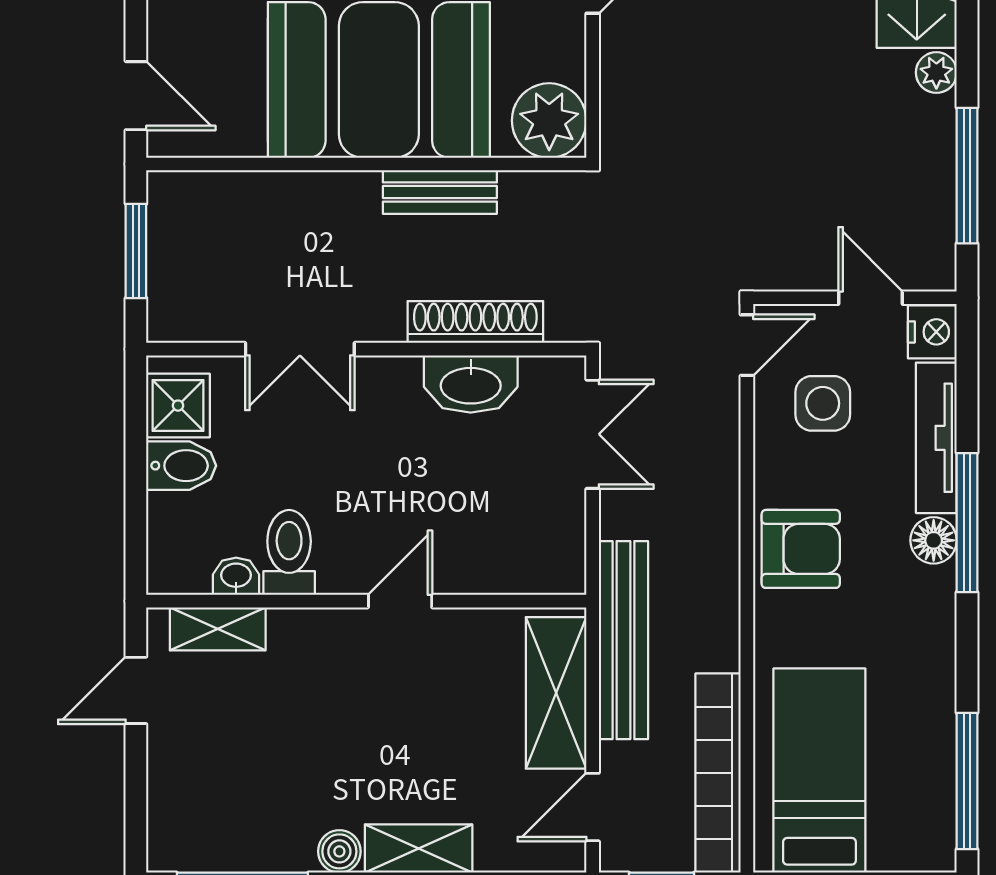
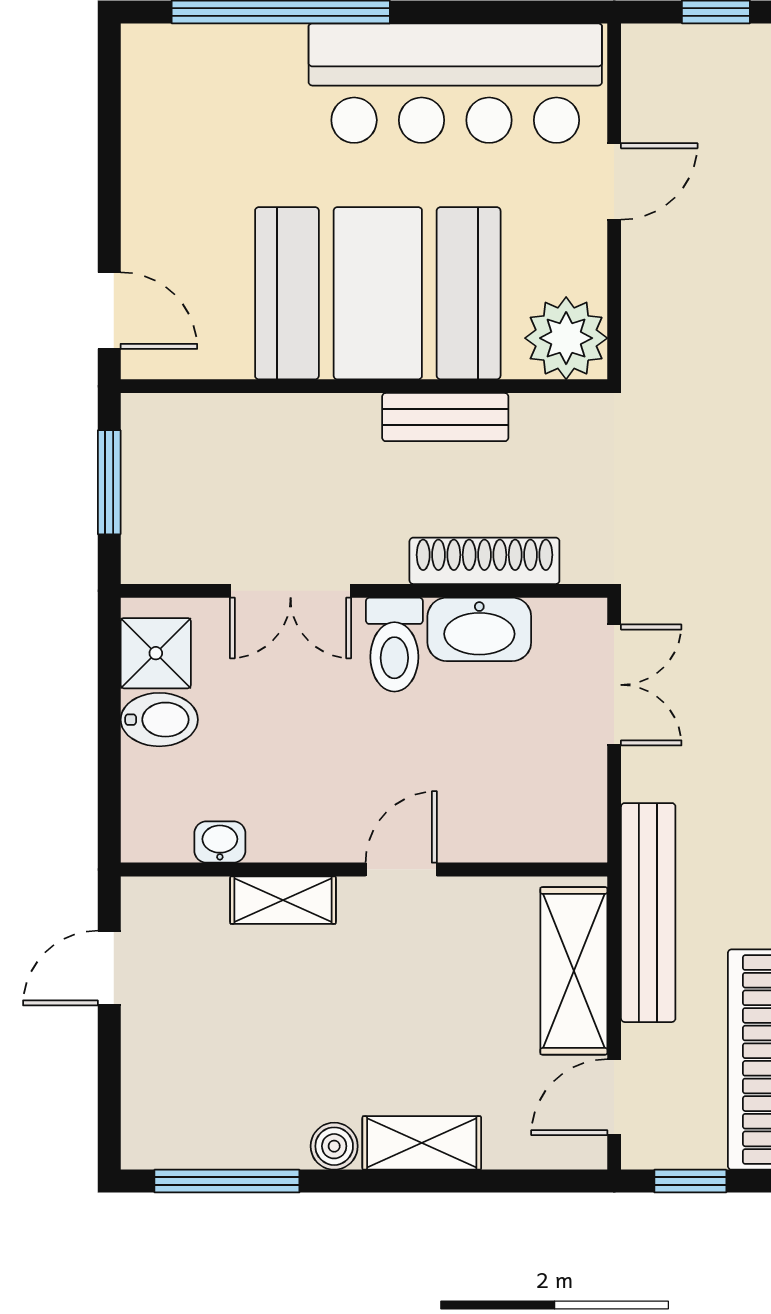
toilet: (289, 552) -> (394, 645), moved, turned 180
shelving: (218, 629) -> (283, 900), moved

